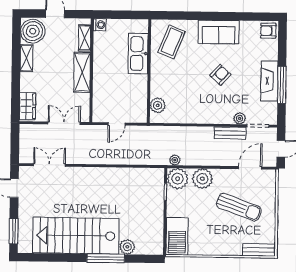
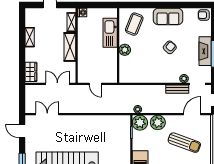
boiler: (33, 31) -> (34, 18), removed
plant: (158, 105) -> (125, 50), moved
door: (117, 124) -> (95, 84), hinge flipped

